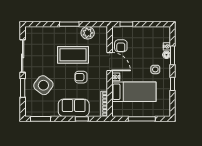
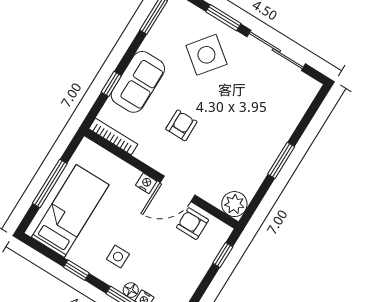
plant: (88, 33) -> (234, 204), moved
coffee table: (73, 55) -> (227, 135), removed
bed: (134, 92) -> (70, 211), moved, turned 180

